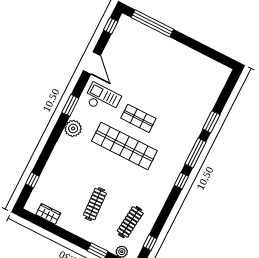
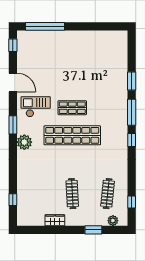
wardrobe: (48, 214) -> (55, 220), moved

